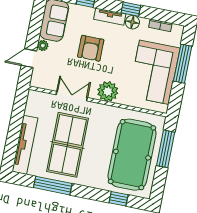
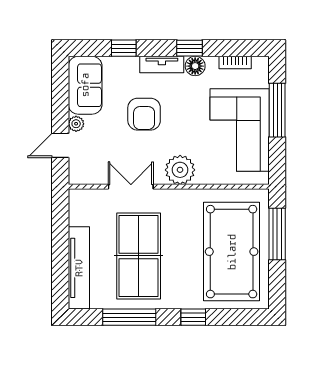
window: (118, 199) -> (193, 317), moved

